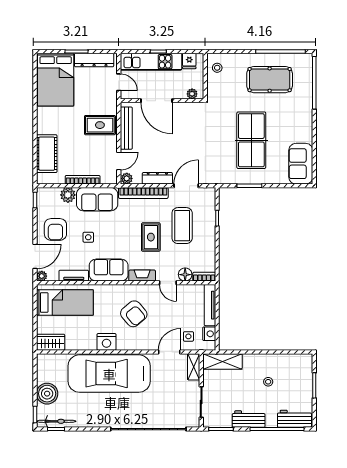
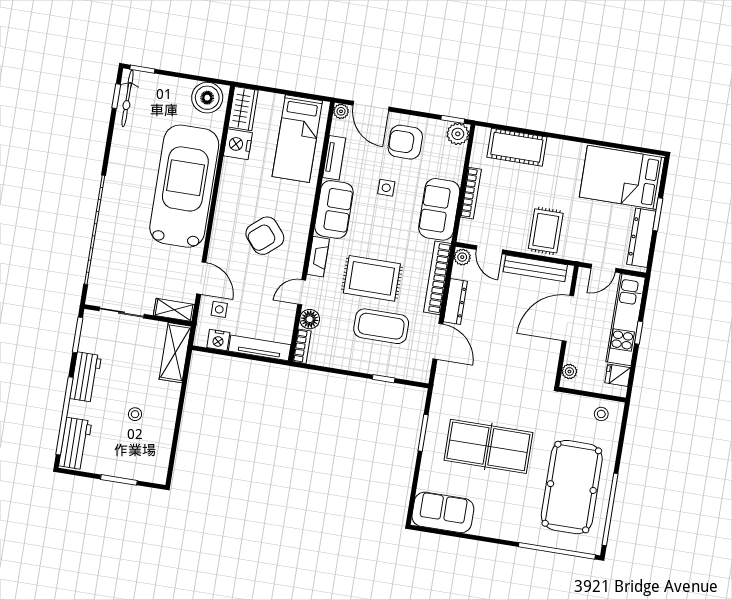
pool table: (270, 80) -> (572, 487), width x1.36, depth x1.32
plant: (68, 195) -> (458, 134), moved
rug: (151, 237) -> (372, 278), width x1.36, depth x1.43
nightstand: (106, 342) -> (238, 144), moved
boiler: (47, 394) -> (207, 98), moved

